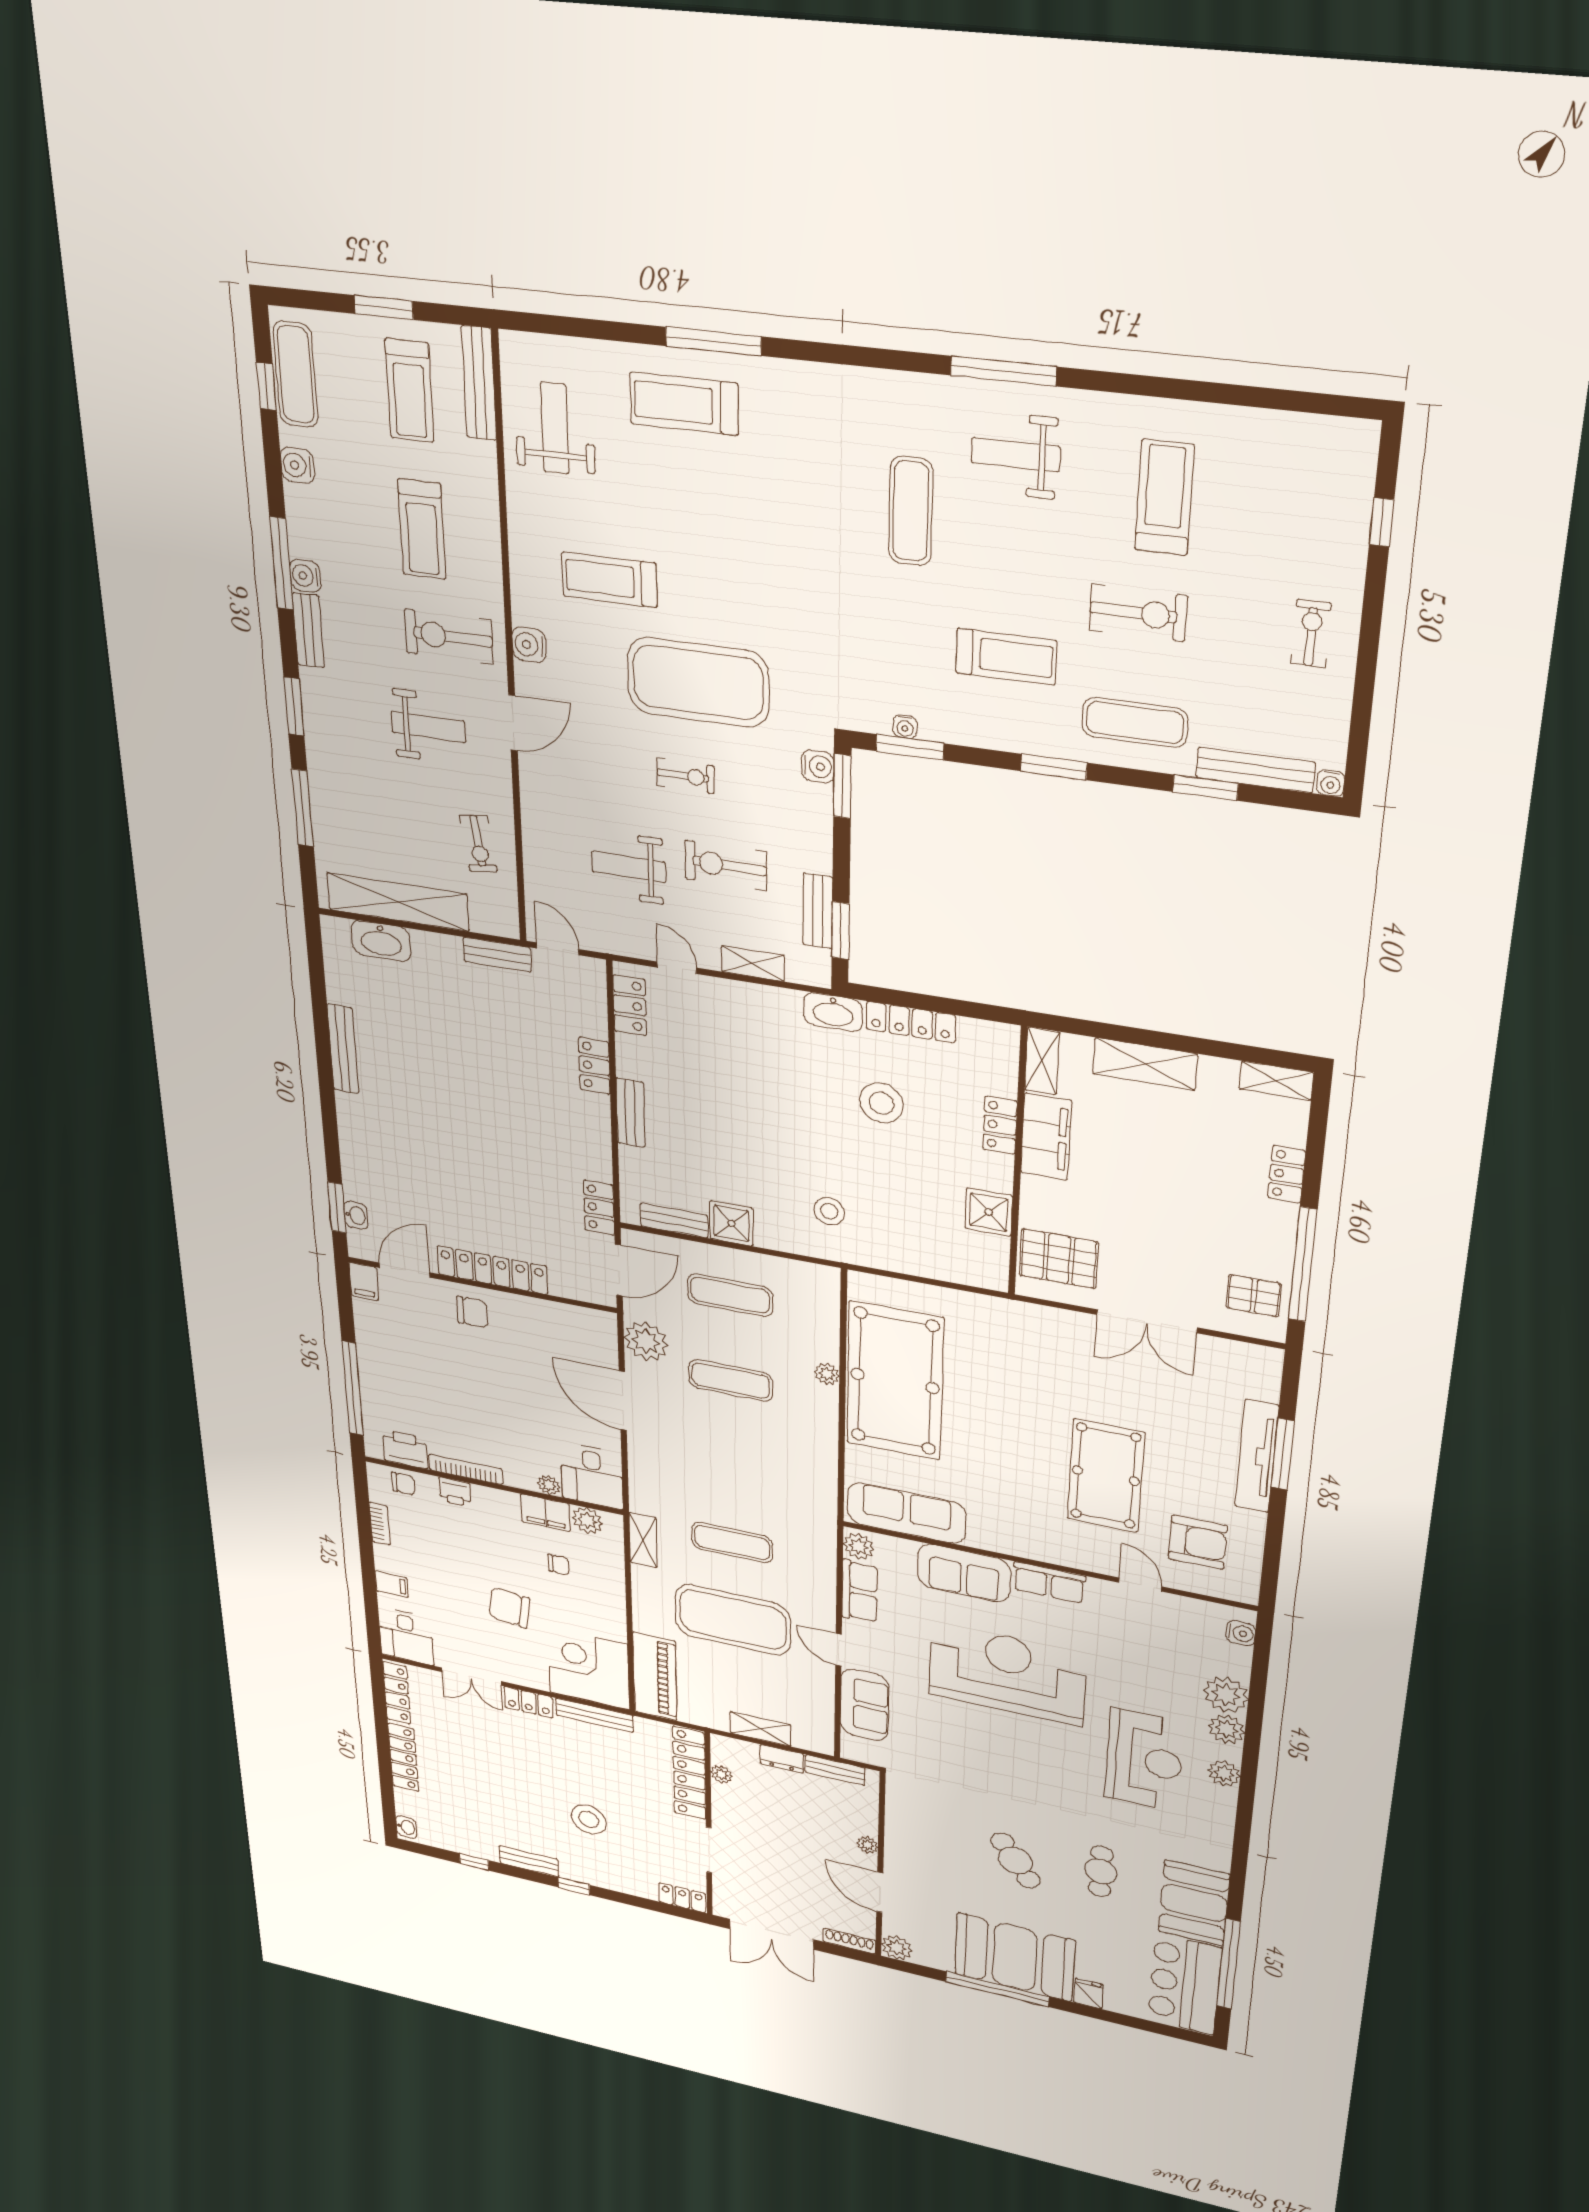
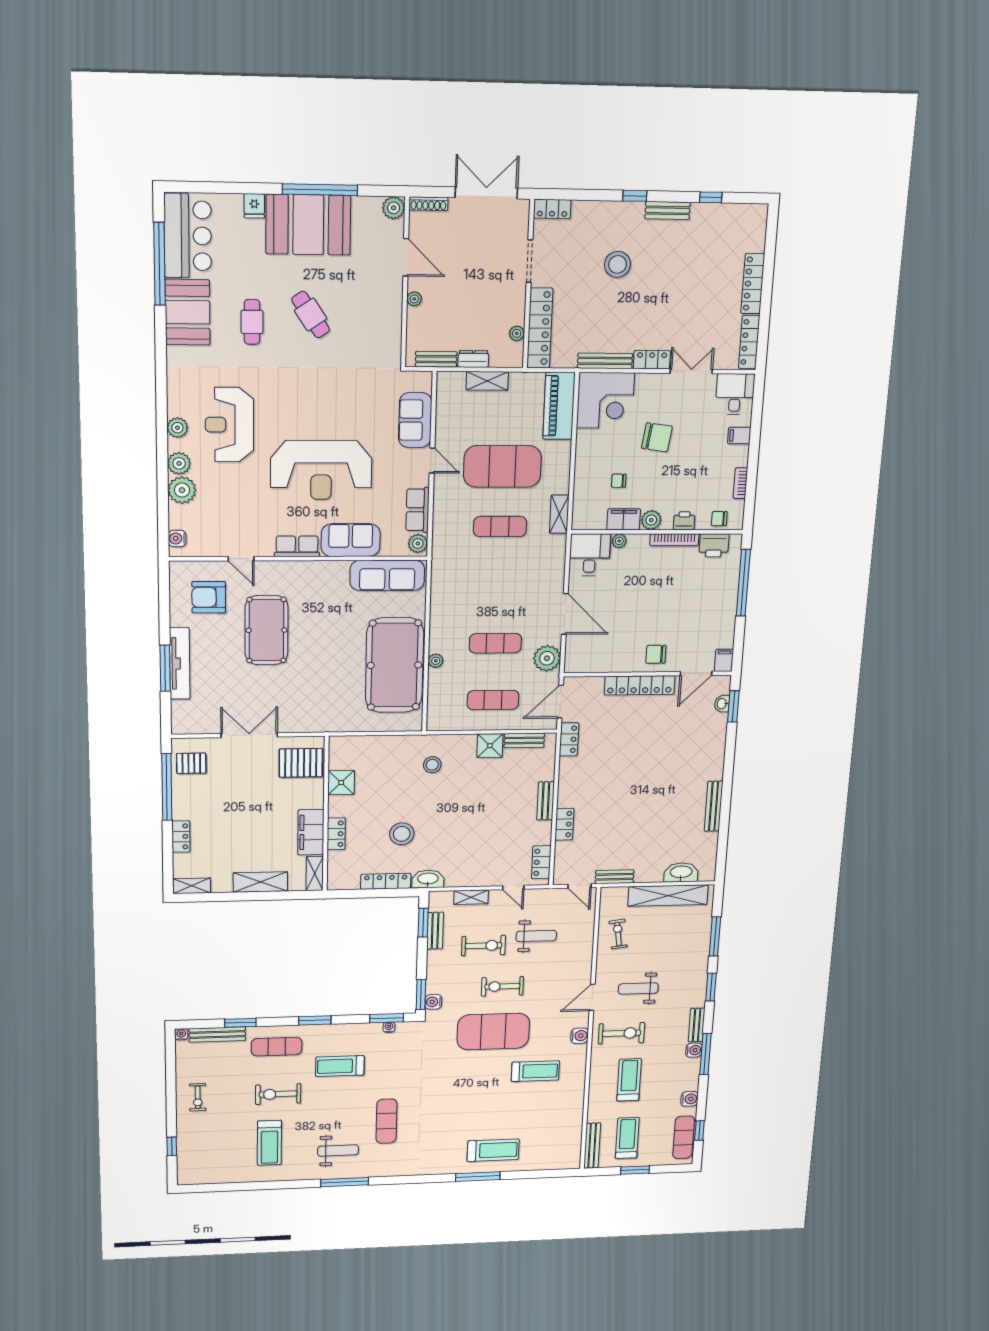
weight bench: (555, 428) -> (557, 1132), removed
exercise bike: (686, 776) -> (502, 986), width x1.38, depth x1.39
plant: (587, 1521) -> (651, 520), moved
washbasin: (406, 1827) -> (760, 217), removed

